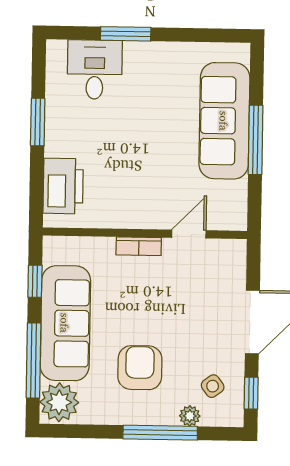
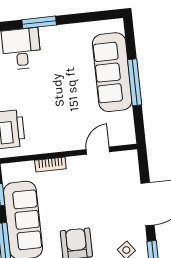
bookcase: (139, 246) -> (50, 165), moved

